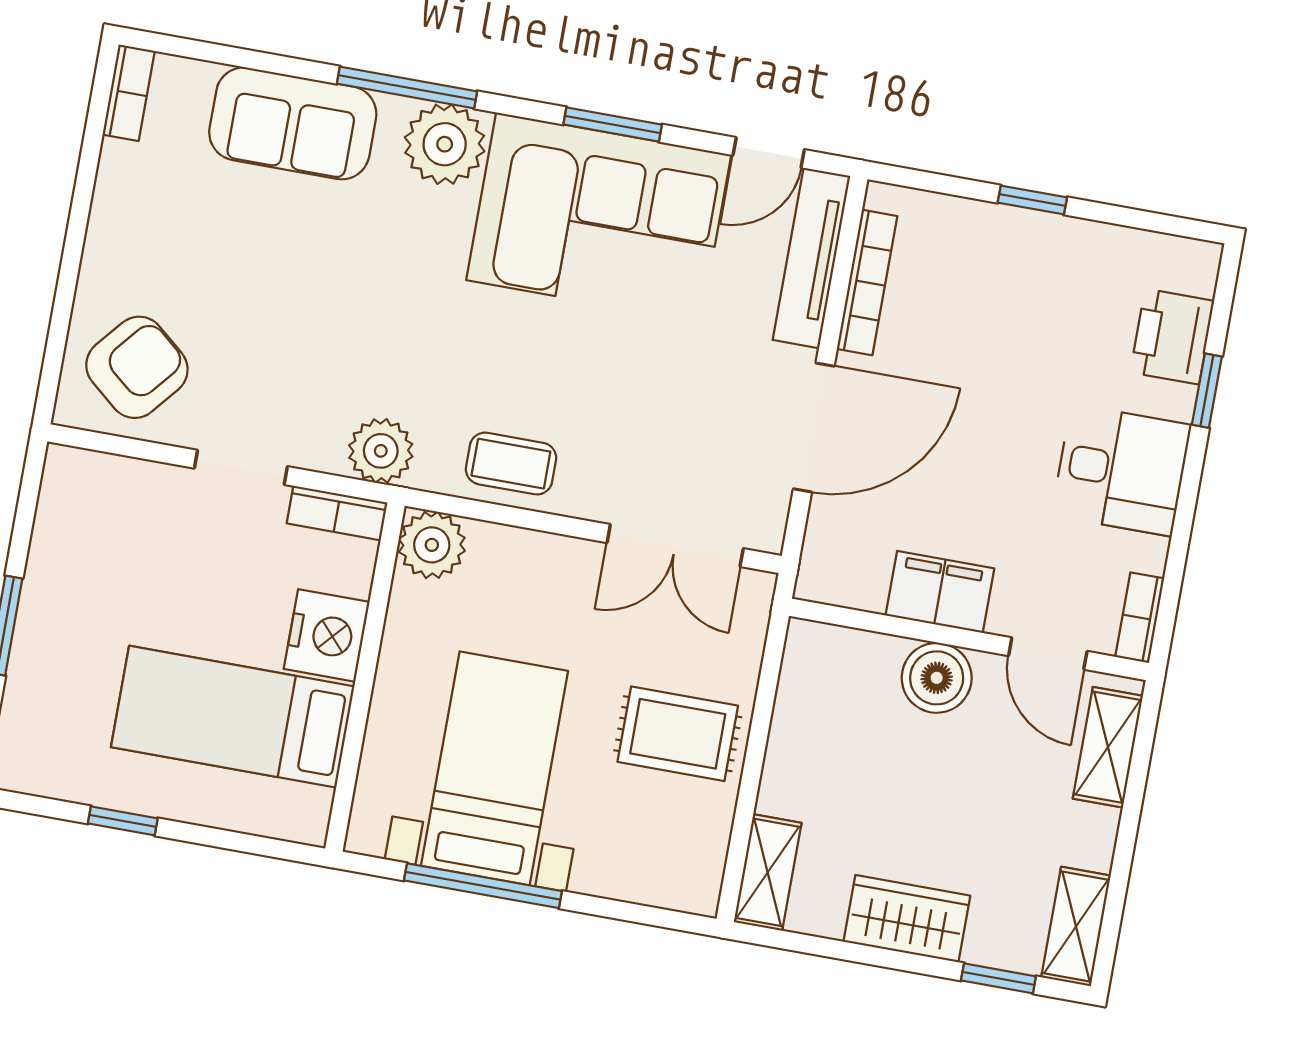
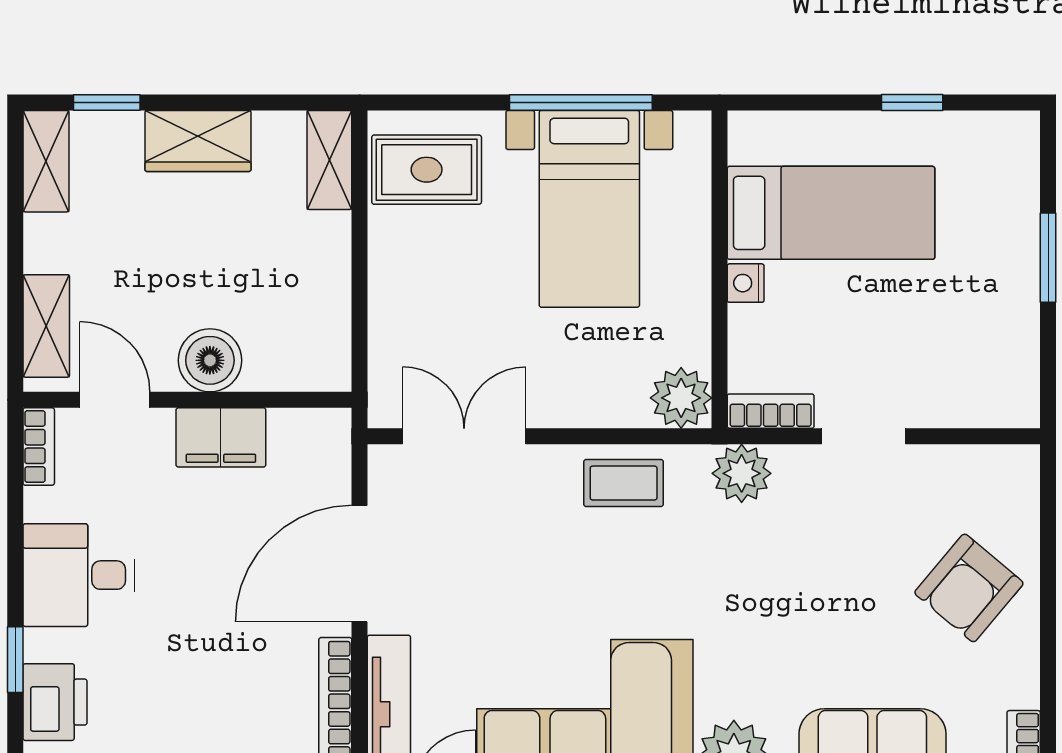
armchair: (137, 367) -> (969, 588), moved
nightstand: (327, 635) -> (746, 283), width x0.53, depth x0.56
rug: (678, 734) -> (427, 170), moved

